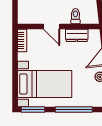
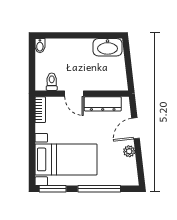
toilet: (75, 16) -> (52, 82), moved
dresser: (77, 35) -> (103, 104), width x1.44

